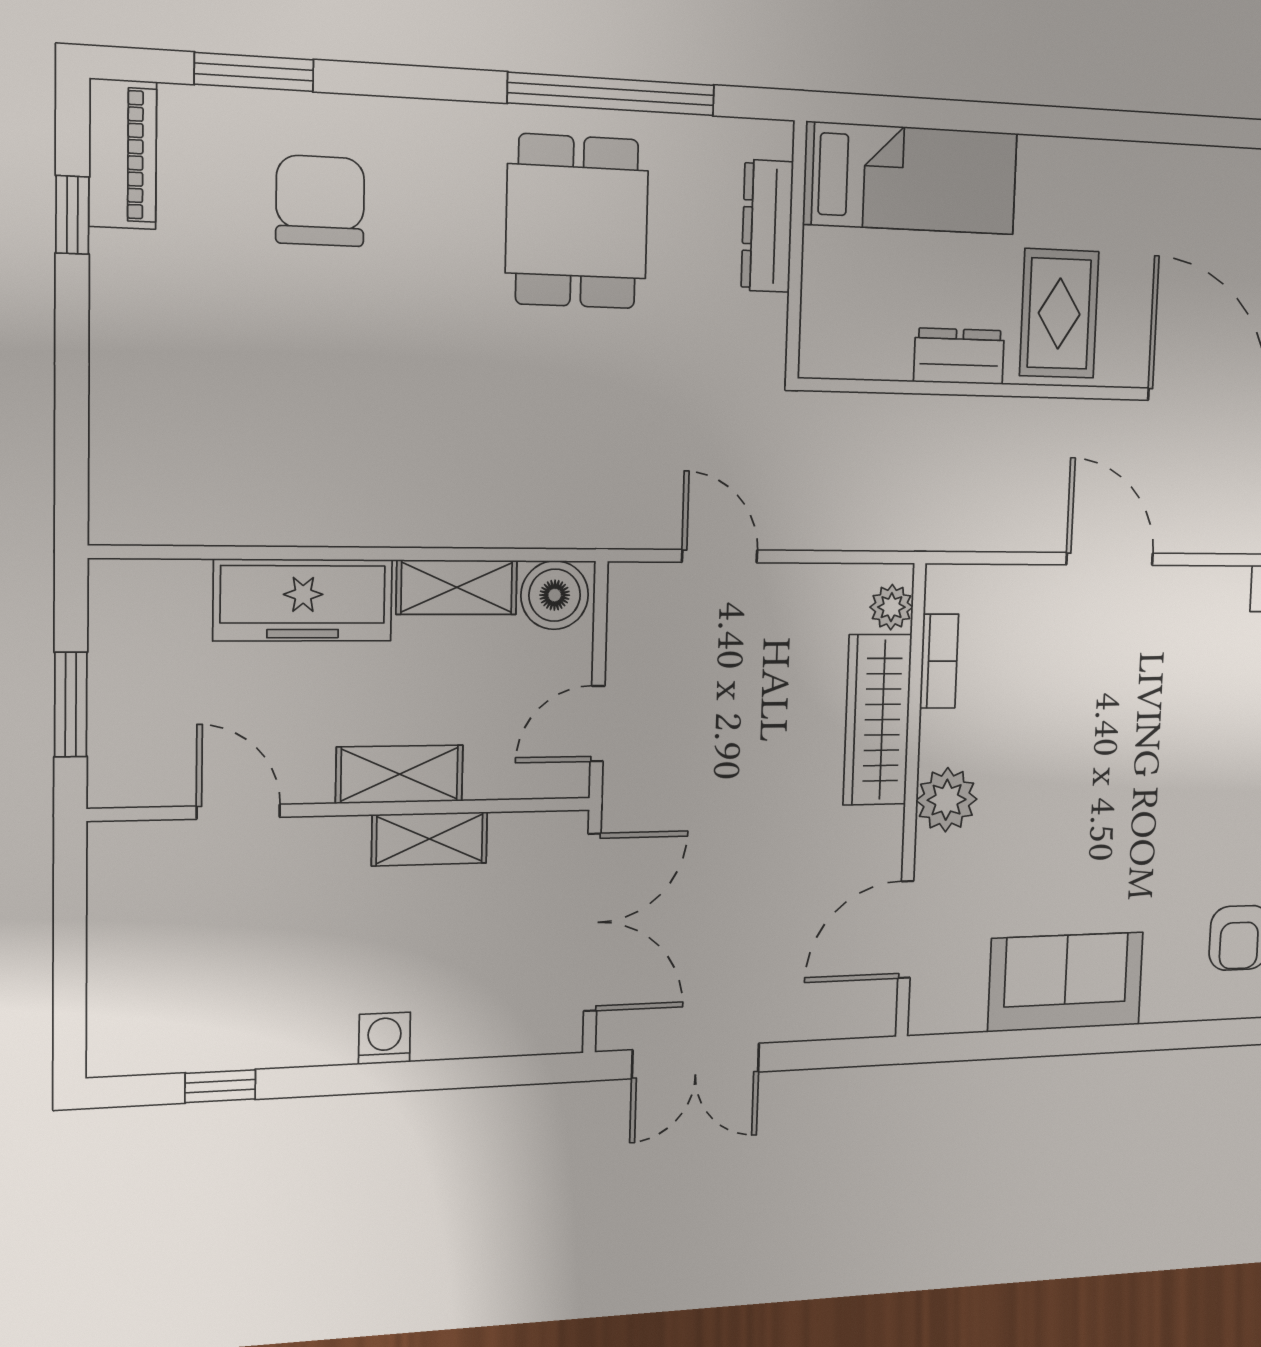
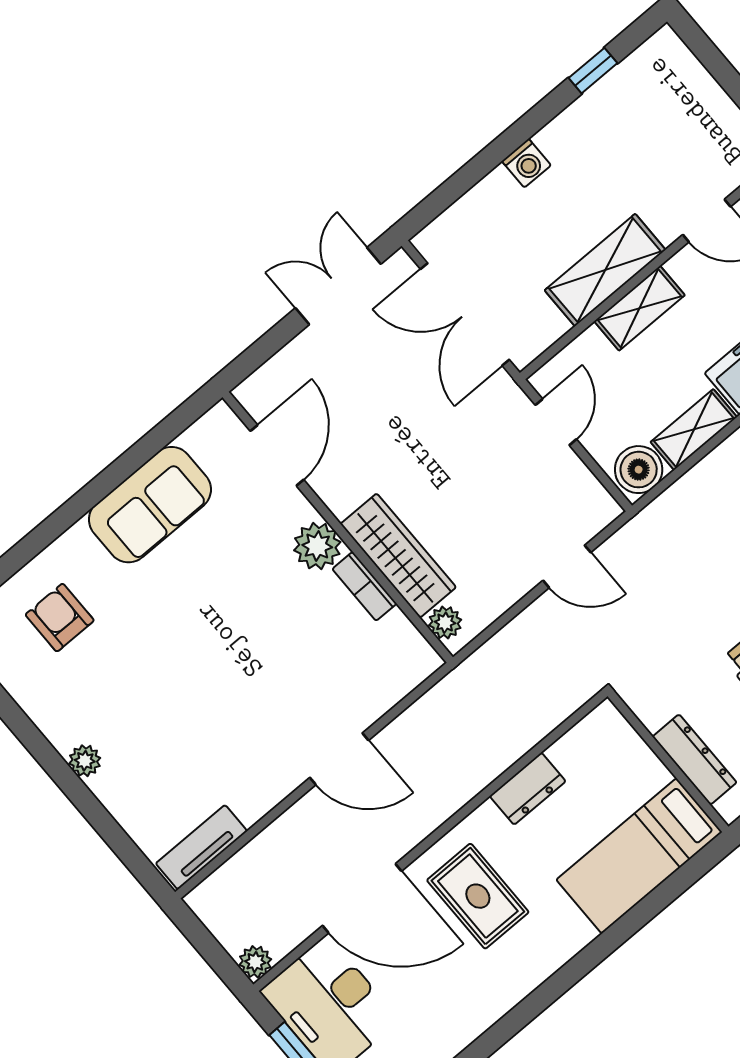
rug: (1059, 314) -> (478, 896), moved
bookcase: (939, 661) -> (364, 586), moved
shelving: (430, 839) -> (605, 270), width x1.50, depth x1.33

